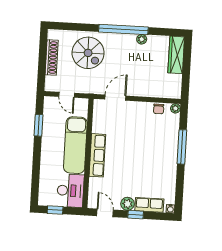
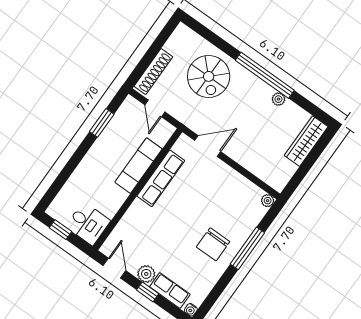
shoe rack: (52, 57) -> (153, 71), moved
chair: (159, 109) -> (213, 244), moved, width x1.87, depth x1.87
exam couch: (75, 145) -> (139, 166), width x0.73, depth x0.69
row of seats: (97, 155) -> (161, 178), moved
desk: (70, 191) -> (88, 224), width x0.73

